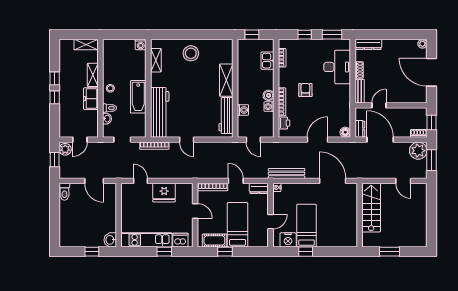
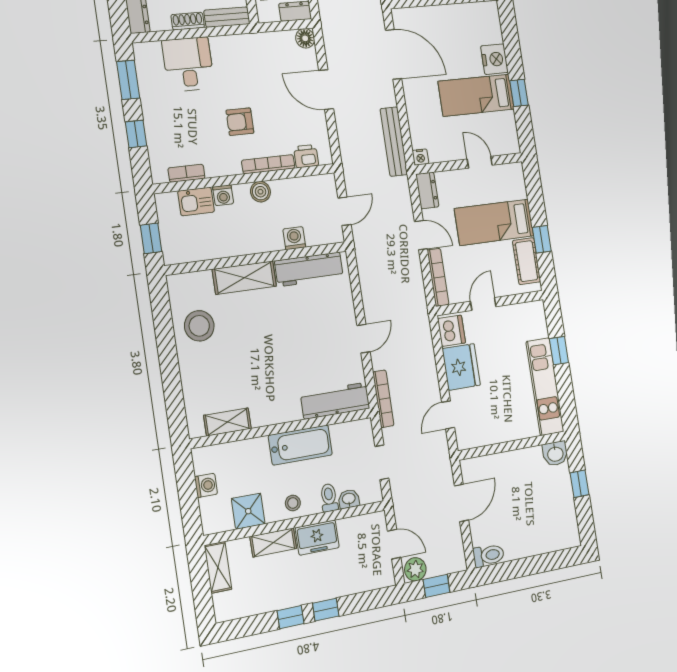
washing machine: (141, 44) -> (206, 485), moved
stool: (191, 53) -> (199, 326), moved
shower: (110, 64) -> (248, 511), added
desk: (337, 67) -> (188, 64), width x0.73
washing machine: (269, 107) -> (223, 195), moved
workbench: (160, 112) -> (335, 401), width x0.73, depth x0.76
door: (236, 181) -> (421, 235), swing flipped
door: (333, 181) -> (393, 54), swing flipped
dishwasher: (180, 240) -> (452, 331), moved, turned 180
nightstand: (288, 240) -> (494, 59), moved

